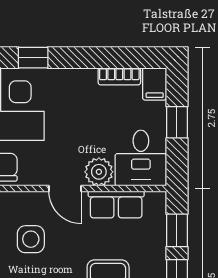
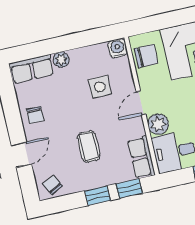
row of seats: (116, 204) -> (141, 157), moved

